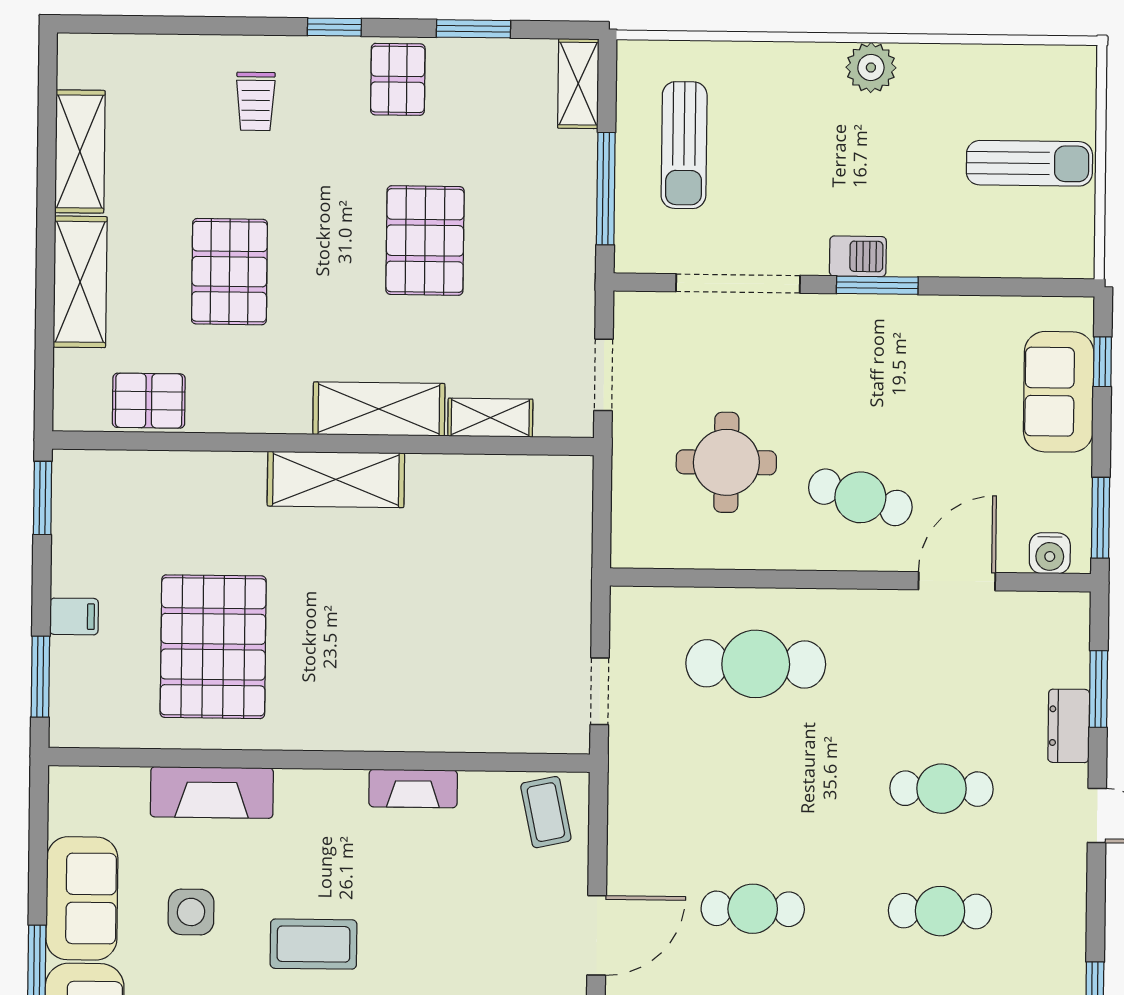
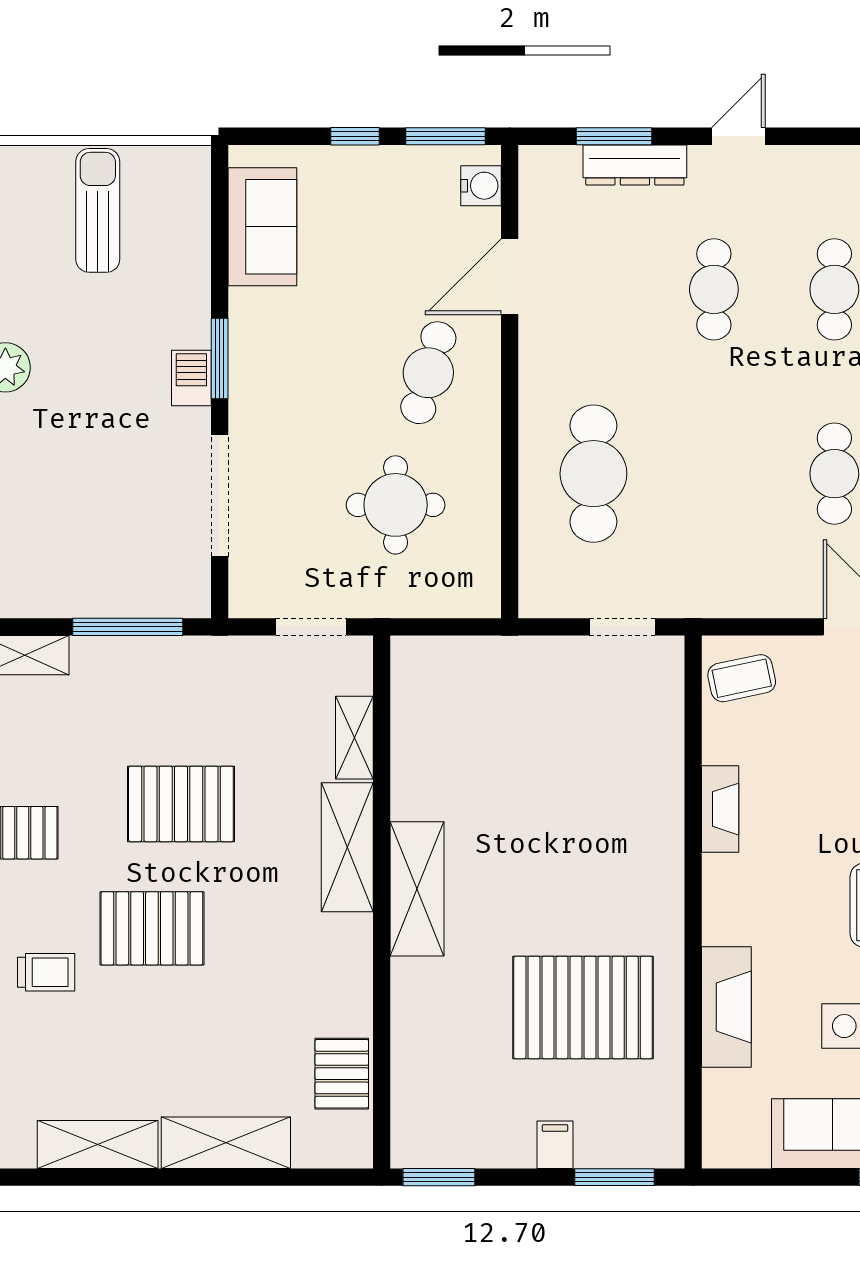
sun lounger: (684, 145) -> (84, 550), removed
pallet: (229, 272) -> (152, 928), moved
window: (1102, 362) -> (355, 136), moved
sofa: (1059, 392) -> (262, 227), moved, turned -90
door: (957, 581) -> (510, 277), hinge flipped
dresser: (1069, 726) -> (635, 165), width x1.44

